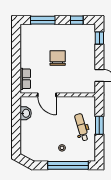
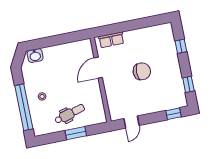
window: (43, 20) -> (181, 46), width x0.46
washbasin: (26, 113) -> (35, 56), moved

